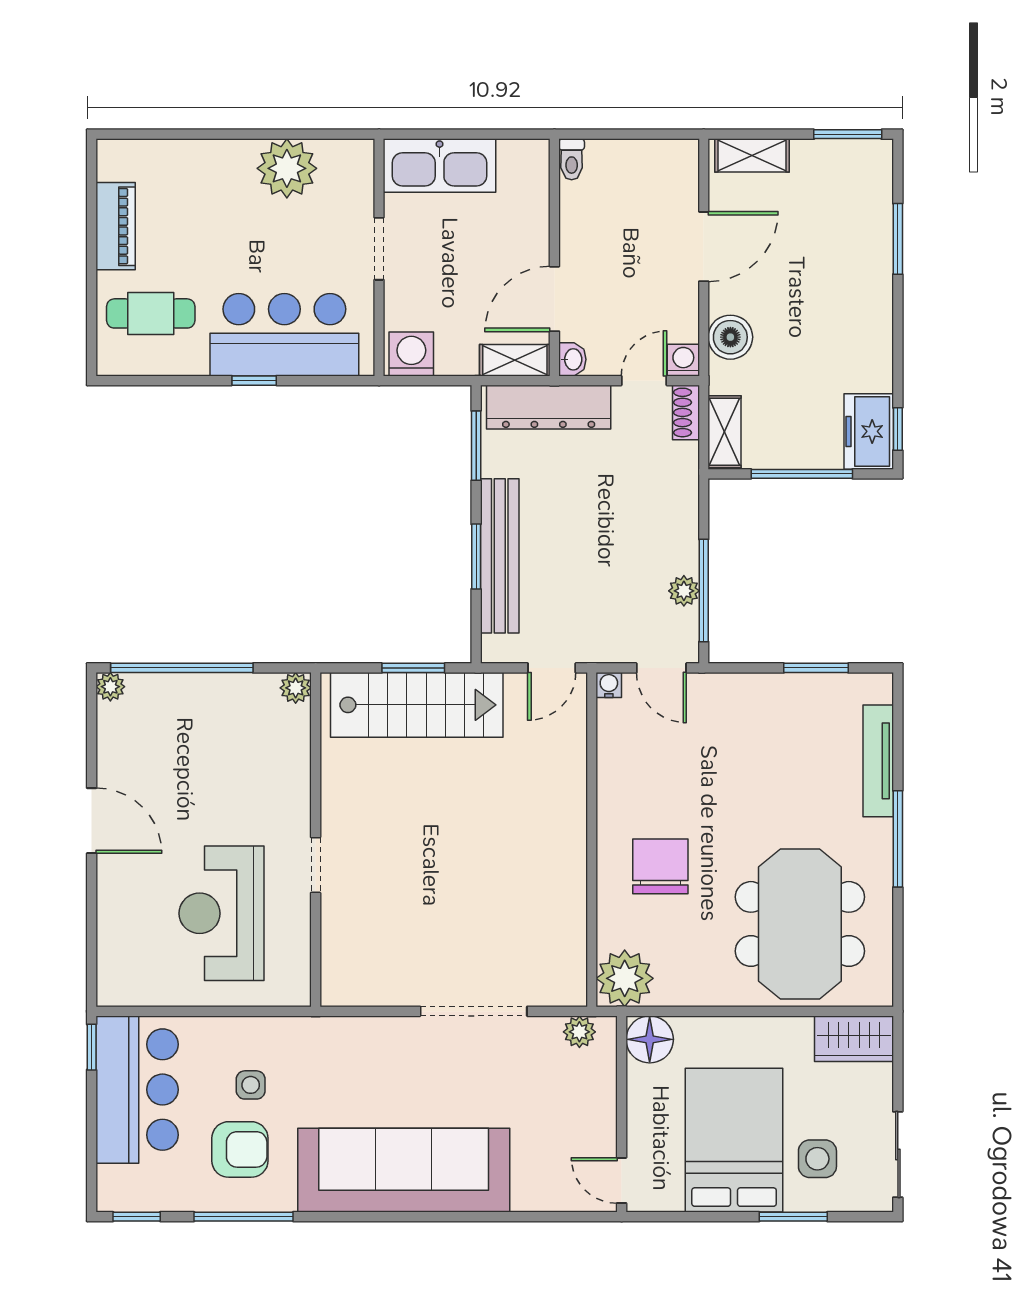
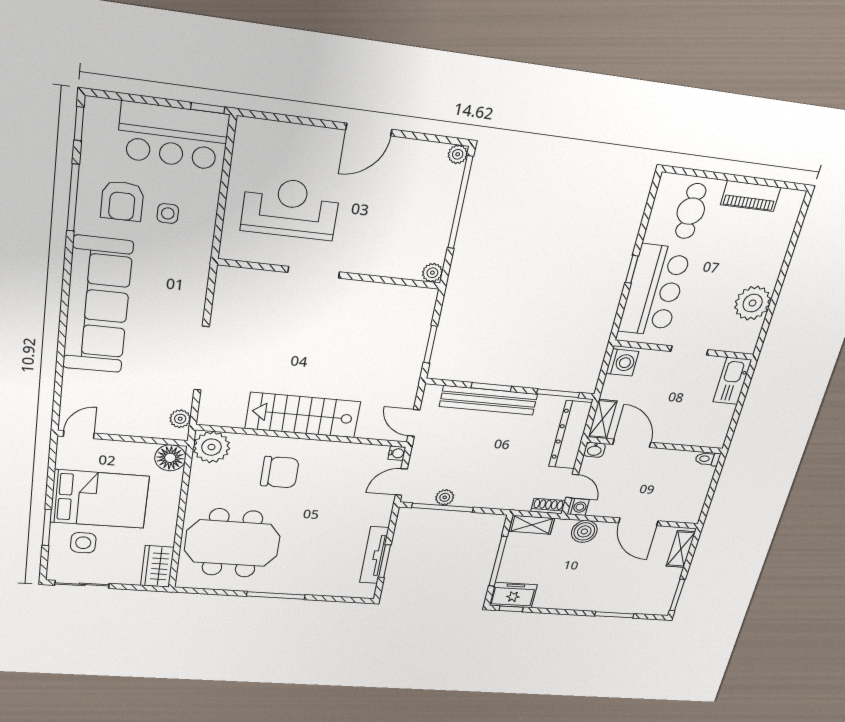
kitchen sink: (440, 166) -> (732, 381), width x0.73, depth x0.81
stairs: (417, 705) -> (303, 415), moved, turned 90
tv unit: (878, 761) -> (374, 555), moved, turned -90
doorway: (316, 865) -> (314, 272), width x1.38

